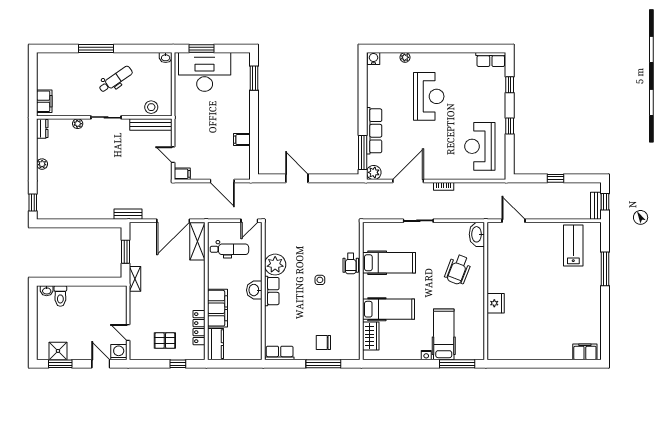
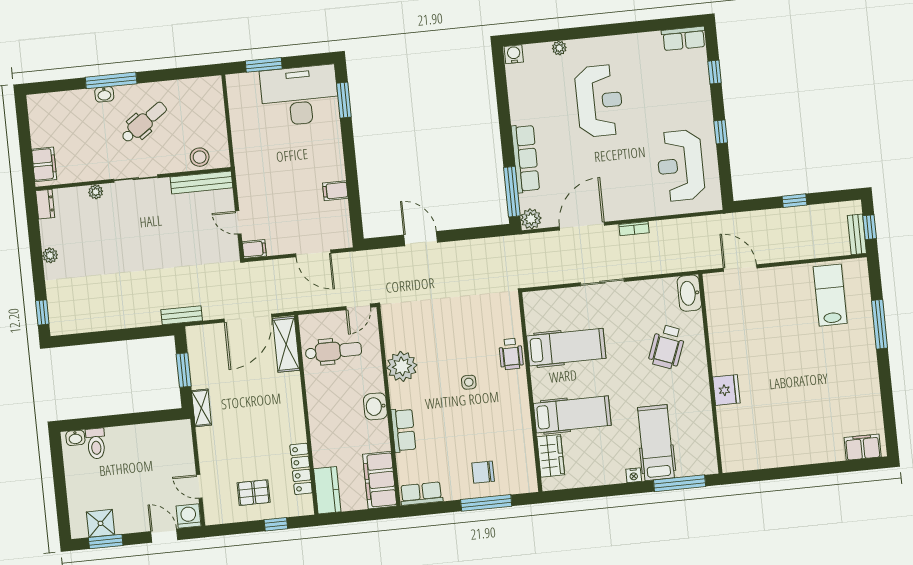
washbasin: (166, 58) -> (104, 94), moved
desk: (205, 72) -> (300, 96), moved
row of seats: (272, 291) -> (403, 430), moved
filing cabinet: (217, 308) -> (380, 480), moved, turned 180

